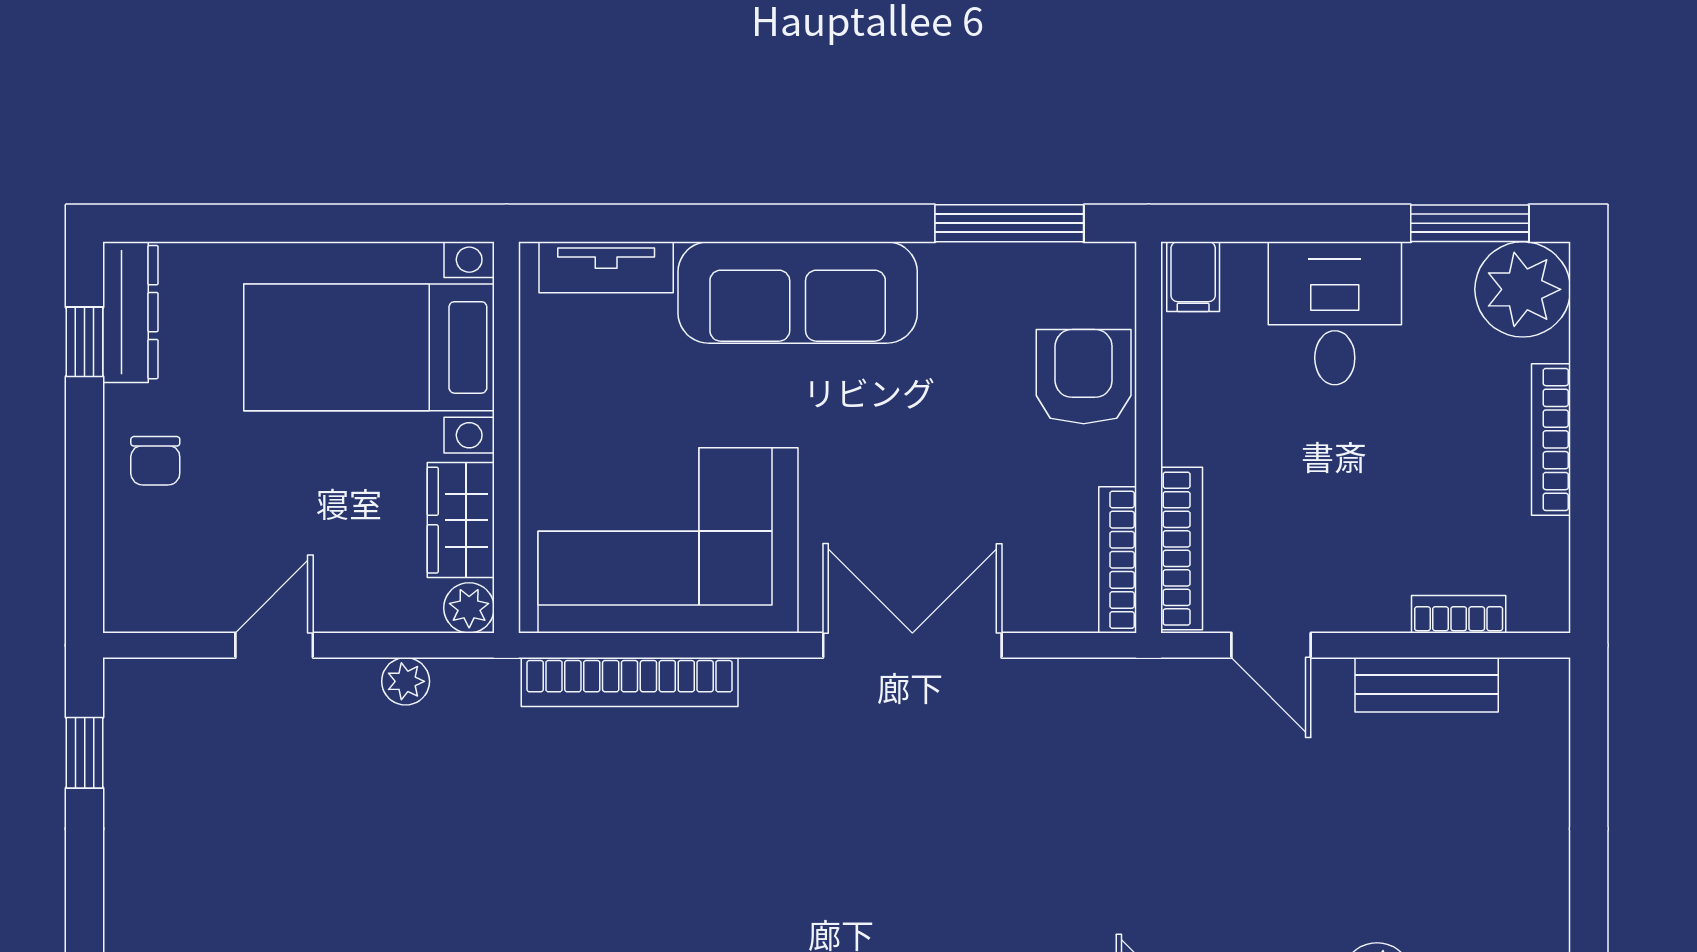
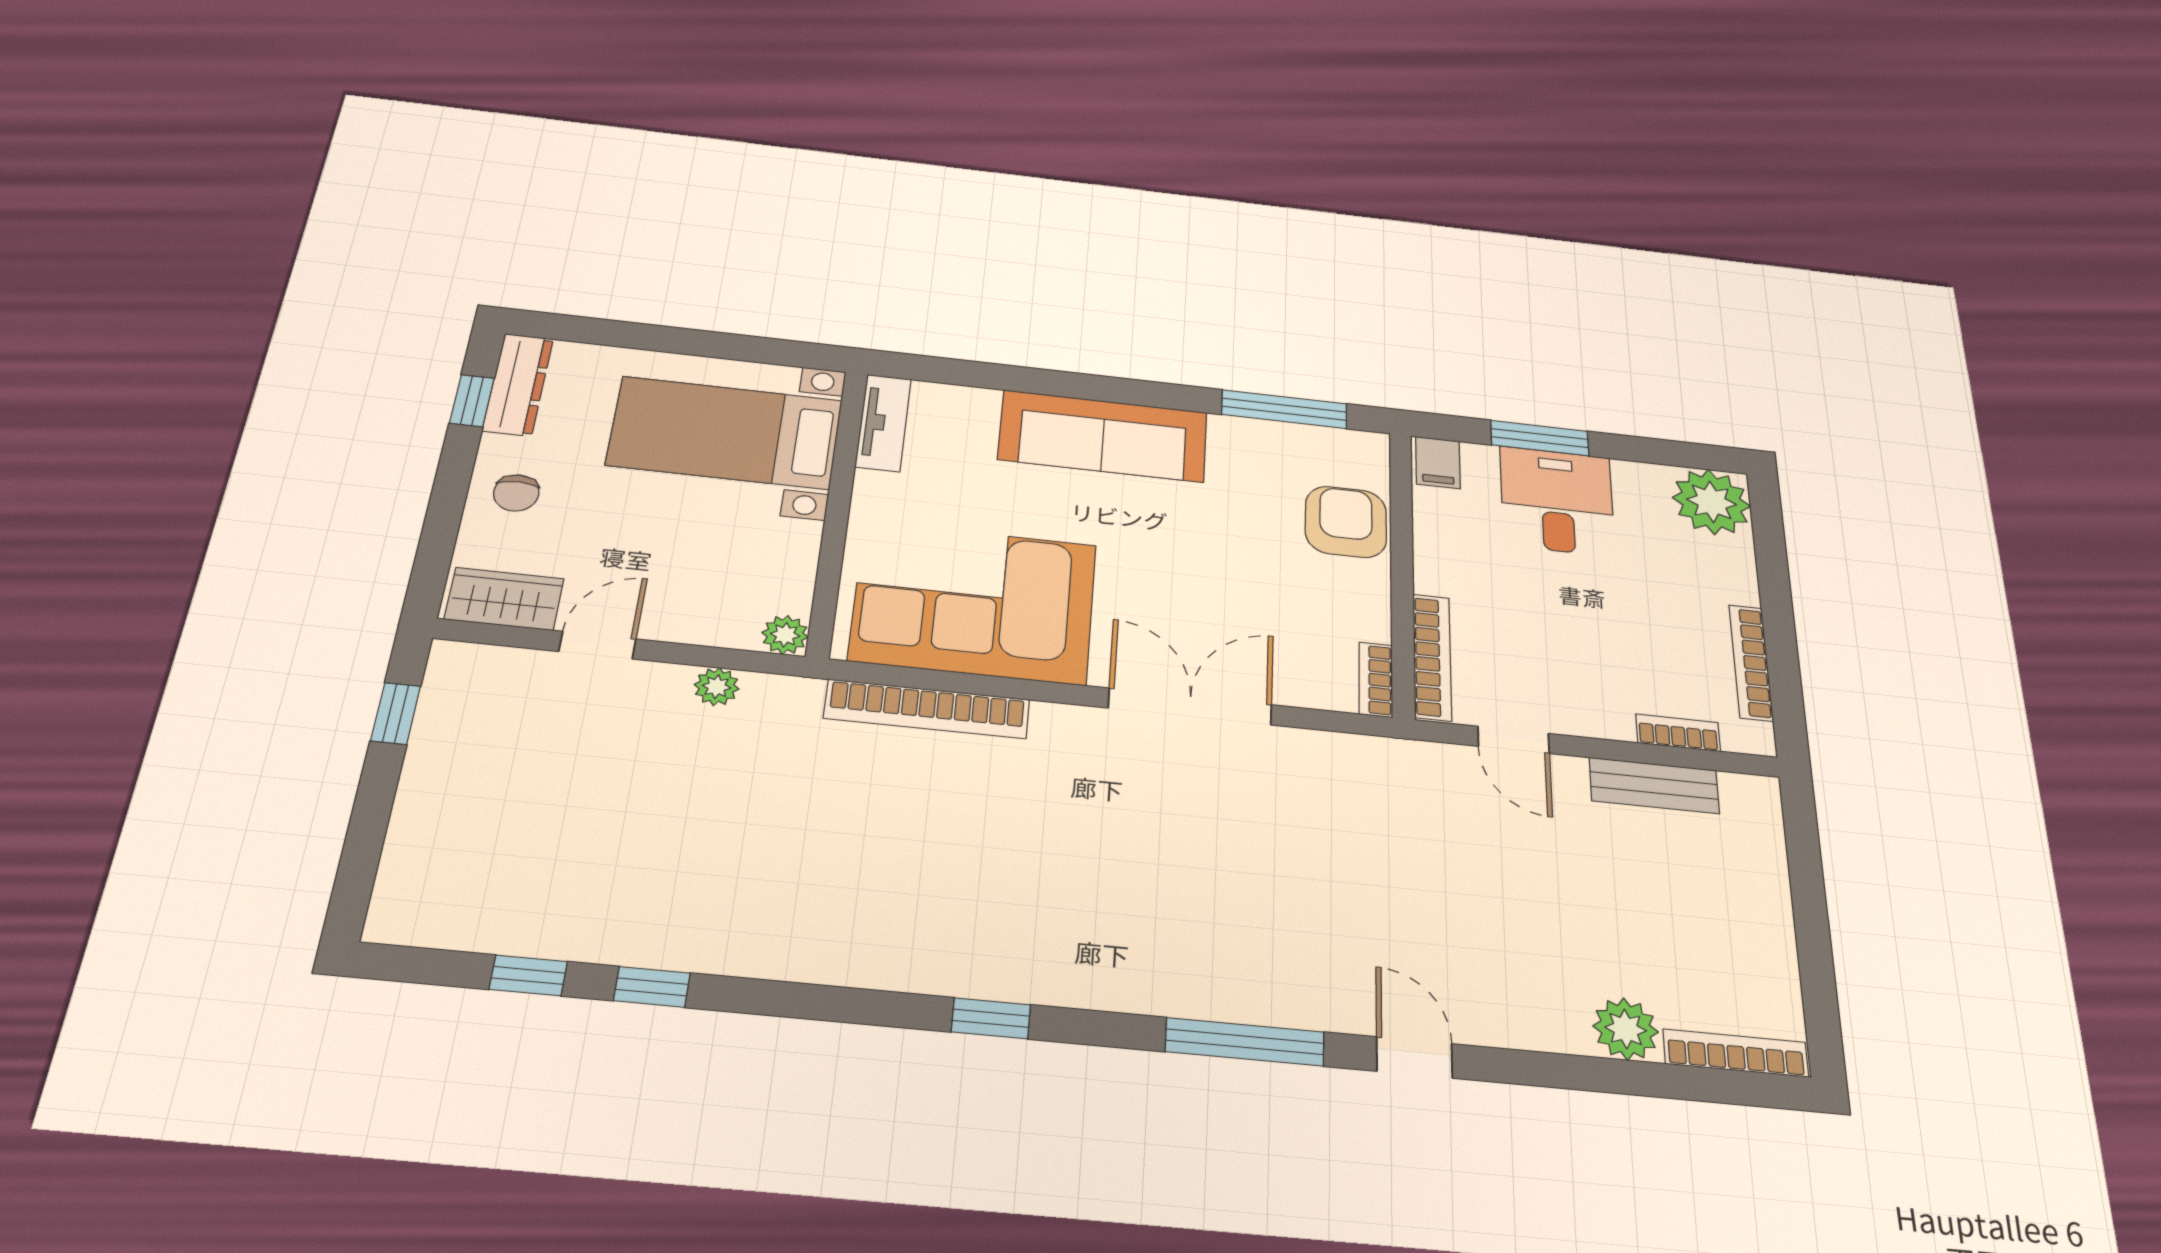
window: (1470, 223) -> (1540, 438), moved
tv unit: (606, 267) -> (883, 423), moved, turned -90
bookcase: (1551, 439) -> (1751, 663), moved
wardrobe: (461, 520) -> (504, 599), moved, turned 90
bookcase: (1118, 560) -> (1376, 680), width x0.64

